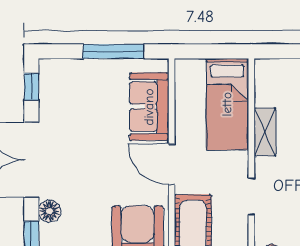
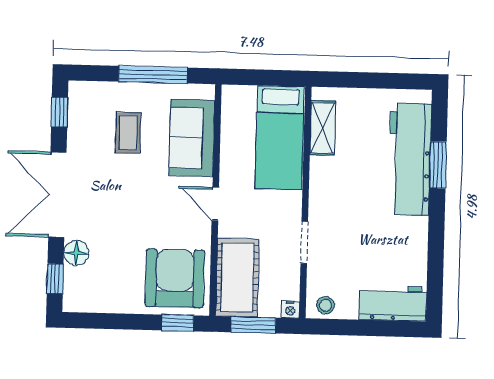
coffee table: (93, 103) -> (128, 133), added
shelving: (265, 132) -> (323, 128), moved
door: (172, 164) -> (215, 204), width x0.73

